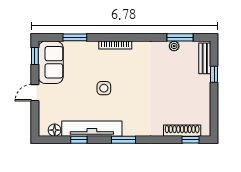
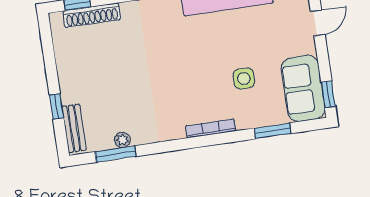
side table: (104, 88) -> (244, 79), moved
door: (35, 93) -> (318, 23), moved

